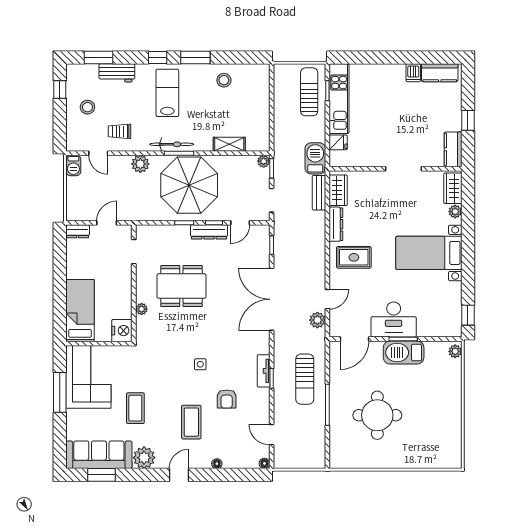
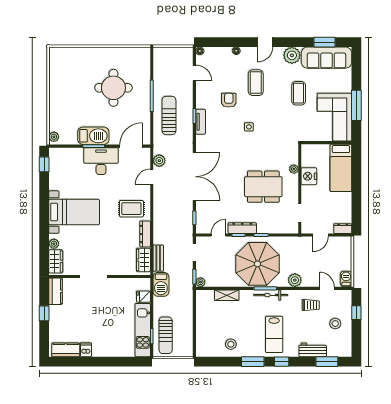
window: (60, 89) -> (356, 313), moved
nightstand: (122, 331) -> (309, 176), moved

